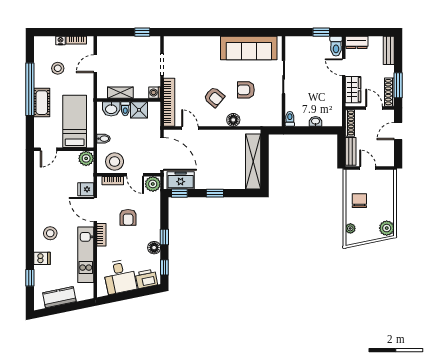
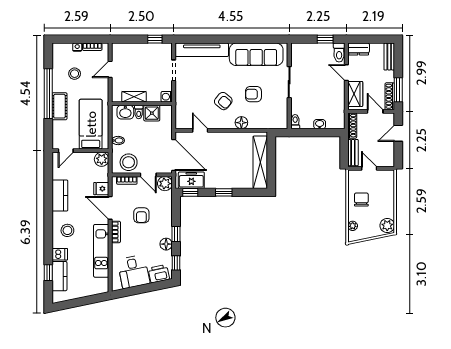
tv unit: (192, 43) -> (202, 50), added
bookcase: (169, 102) -> (180, 106), removed
kitchen counter: (42, 196) -> (60, 195), added
kitchen counter: (59, 297) -> (59, 276), moved, turned 102

